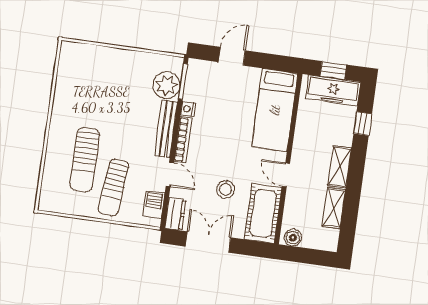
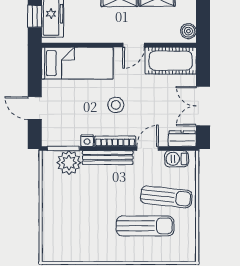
stool: (226, 189) -> (116, 105), moved

